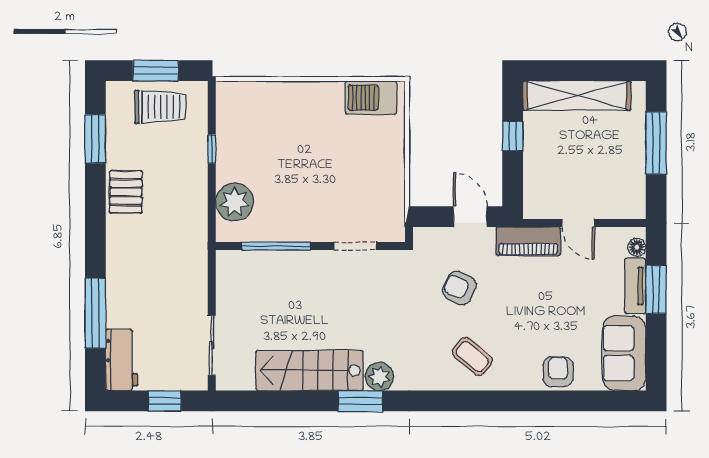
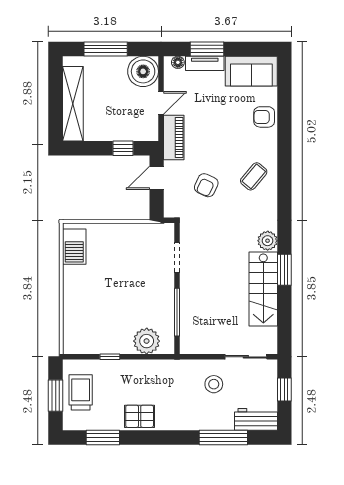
window: (513, 136) -> (123, 148), moved
boiler: (624, 197) -> (143, 71), added
stool: (172, 299) -> (214, 384), added
window: (360, 401) -> (284, 270), moved

